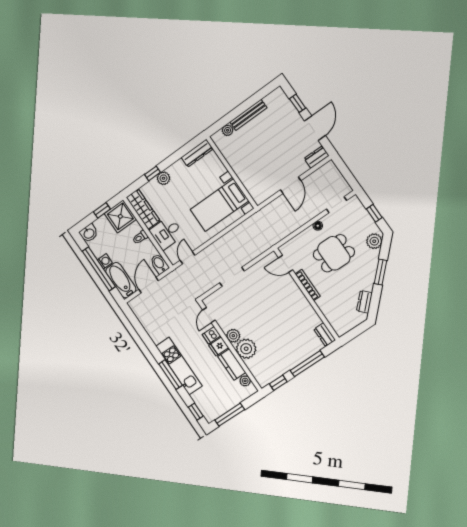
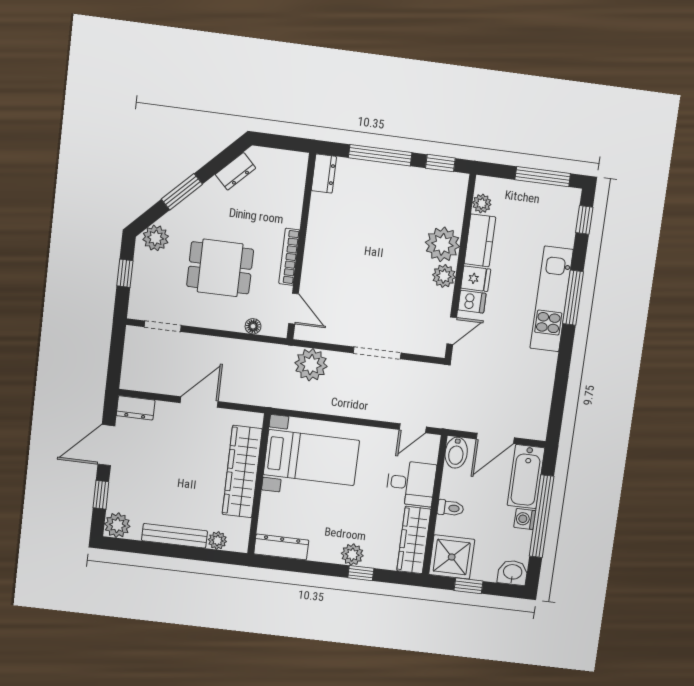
plant: (278, 96) -> (117, 525), added
wardrobe: (244, 171) -> (242, 472), added
floor lamp: (318, 226) -> (253, 326), moved
plant: (256, 246) -> (311, 365), added

